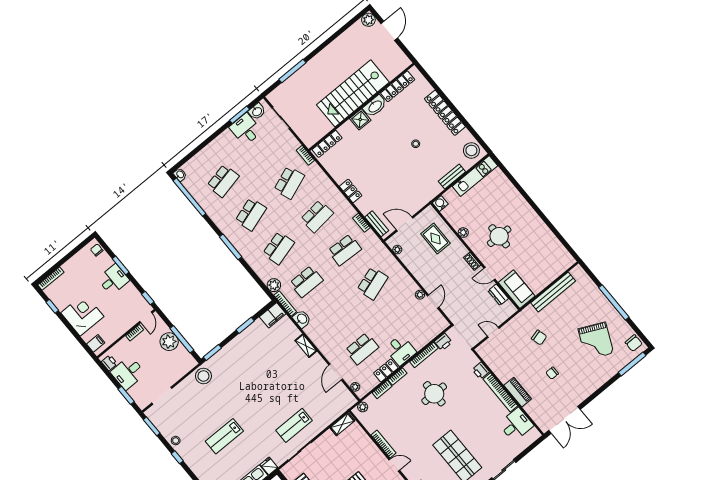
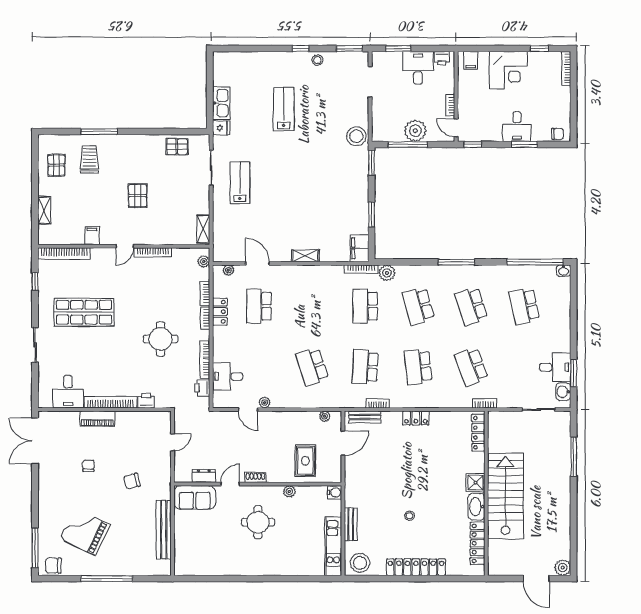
rug: (435, 239) -> (305, 461), turned 90
washbasin: (302, 319) -> (334, 273), removed
desk: (401, 350) -> (228, 376), moved

